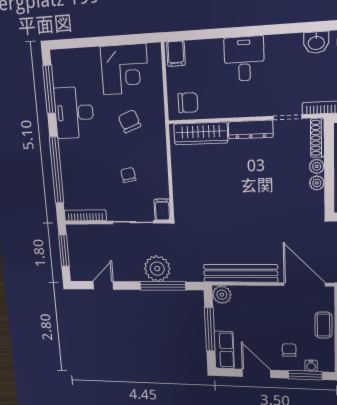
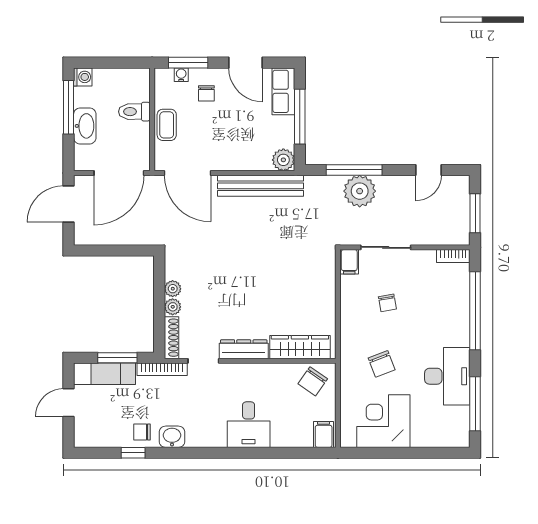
chair: (188, 103) -> (313, 381), turned -55
bookcase: (85, 215) -> (453, 256), width x0.64

